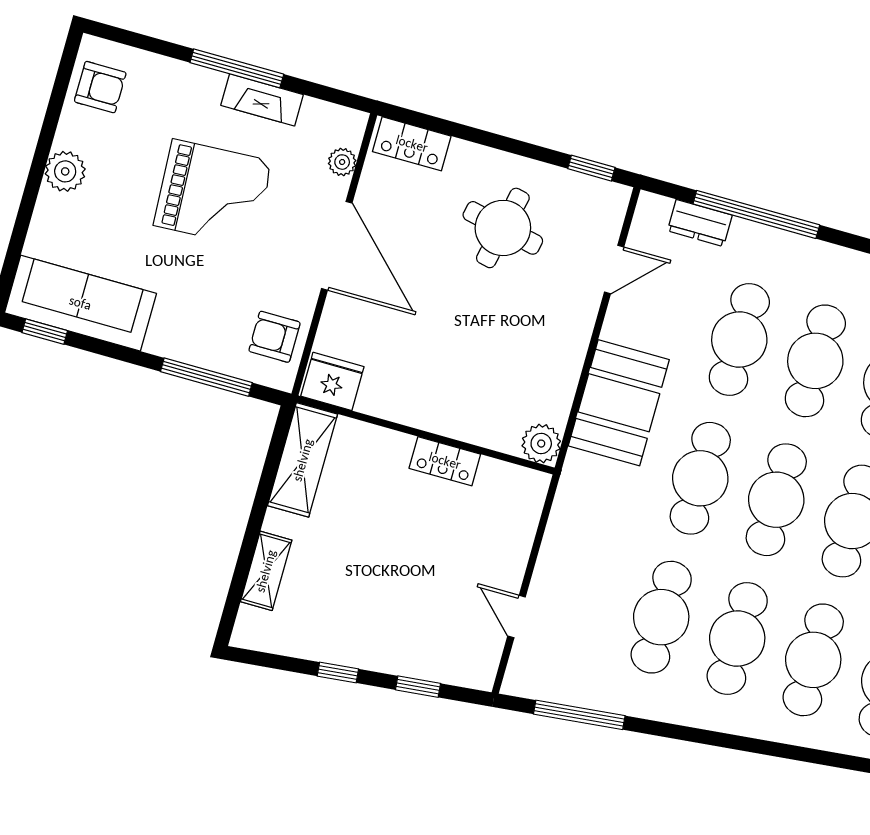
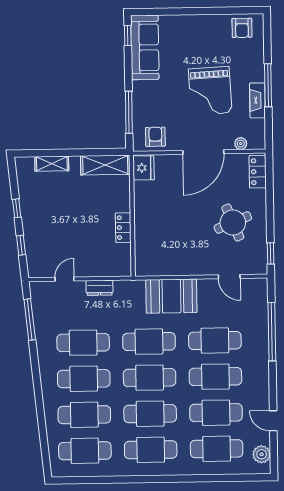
plant: (65, 171) -> (200, 24), removed
dresser: (700, 223) -> (99, 288), moved, turned -90
round table: (503, 228) -> (233, 223), turned -34
plant: (541, 444) -> (143, 267), removed

